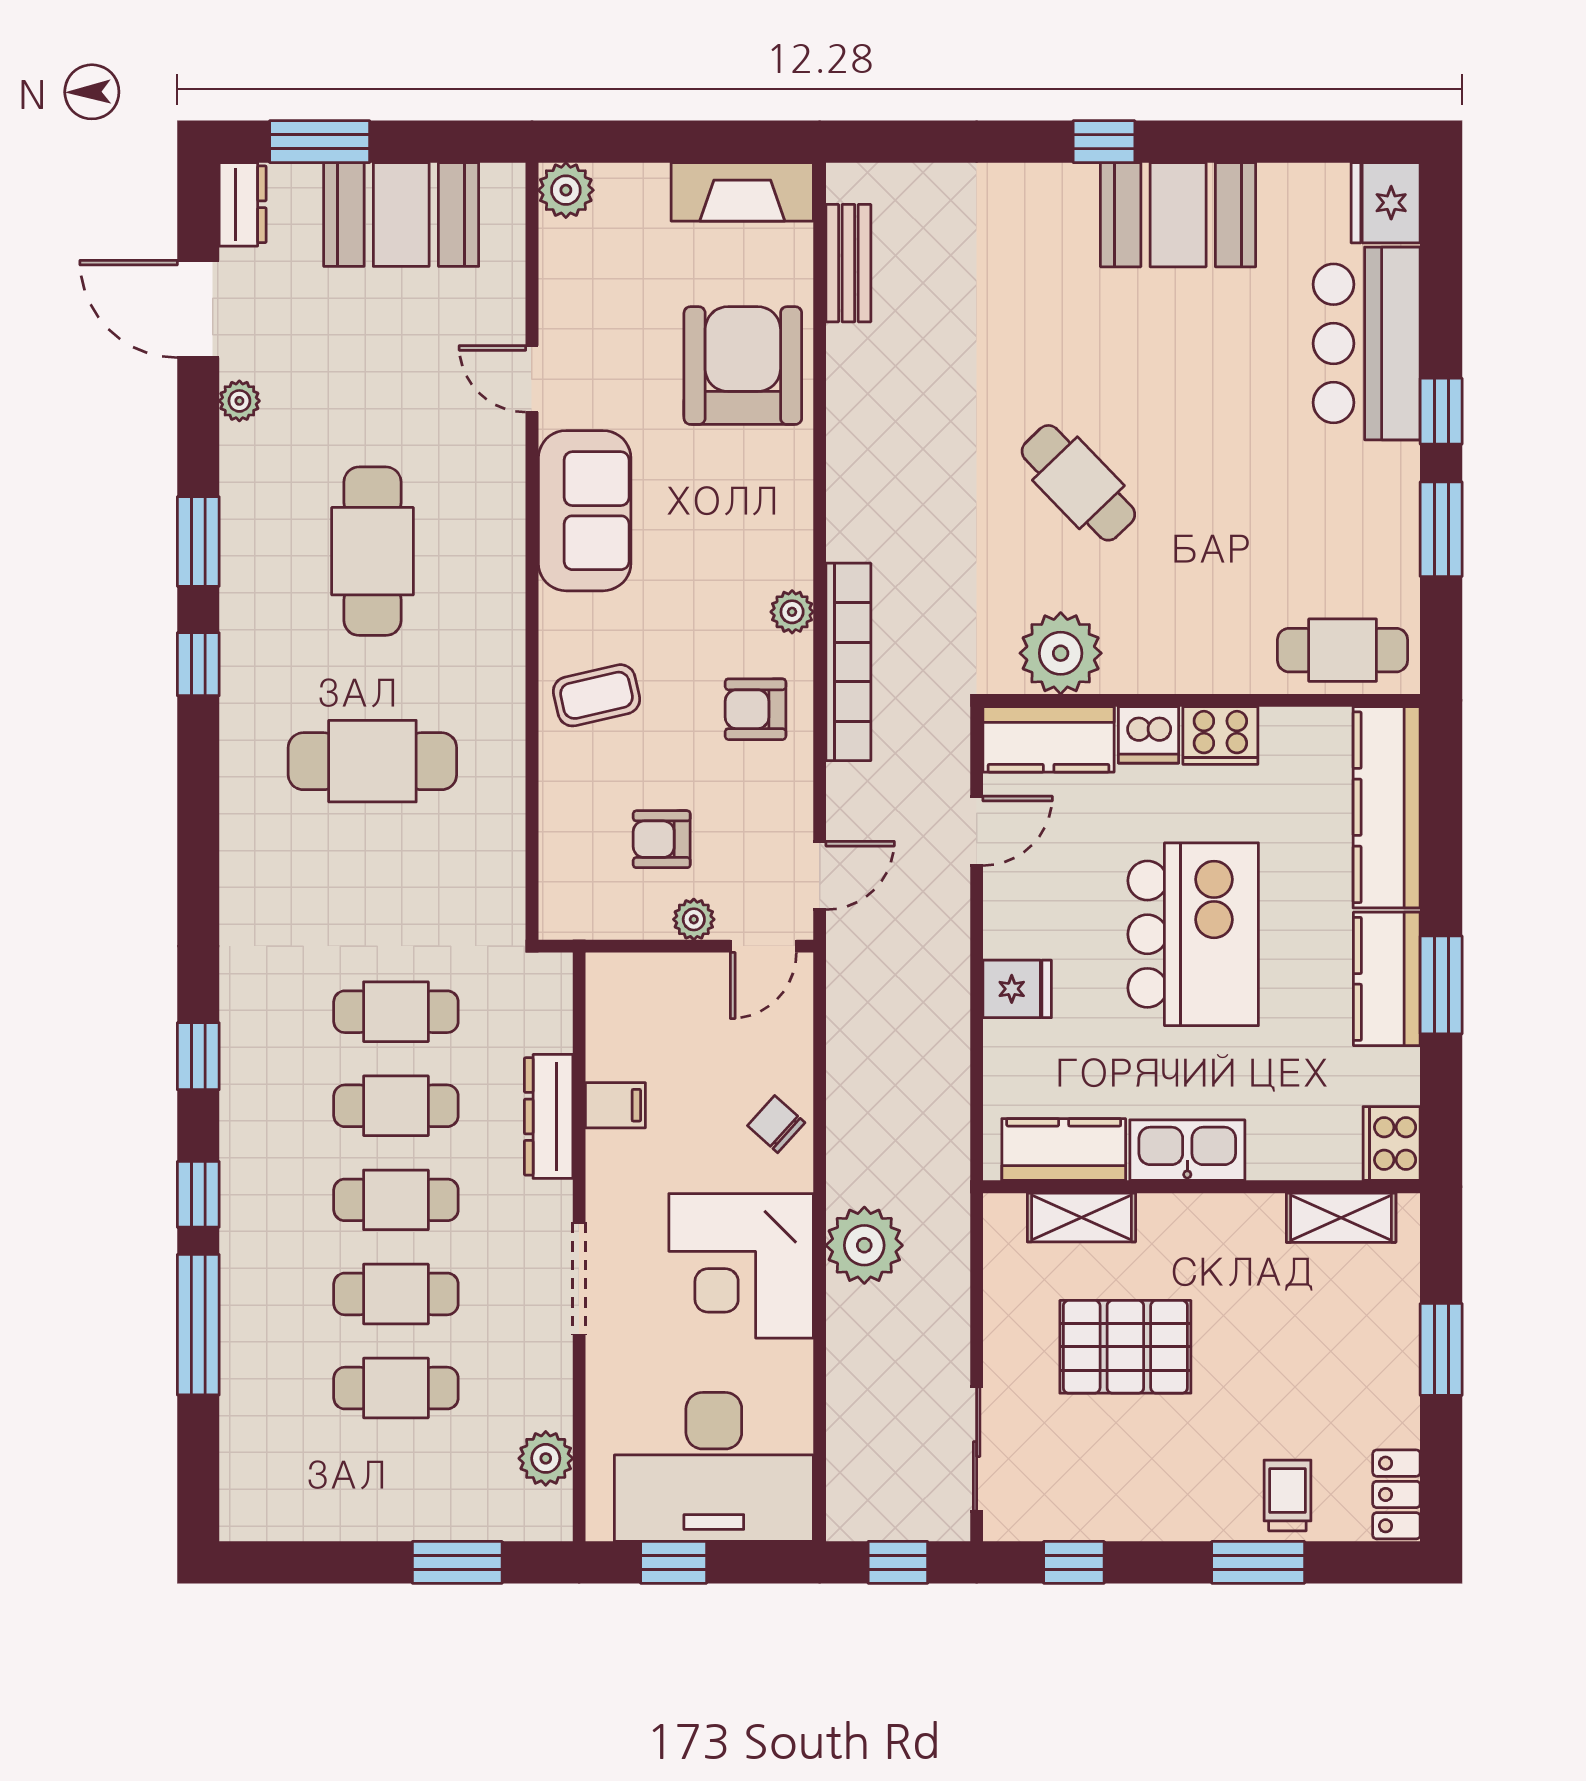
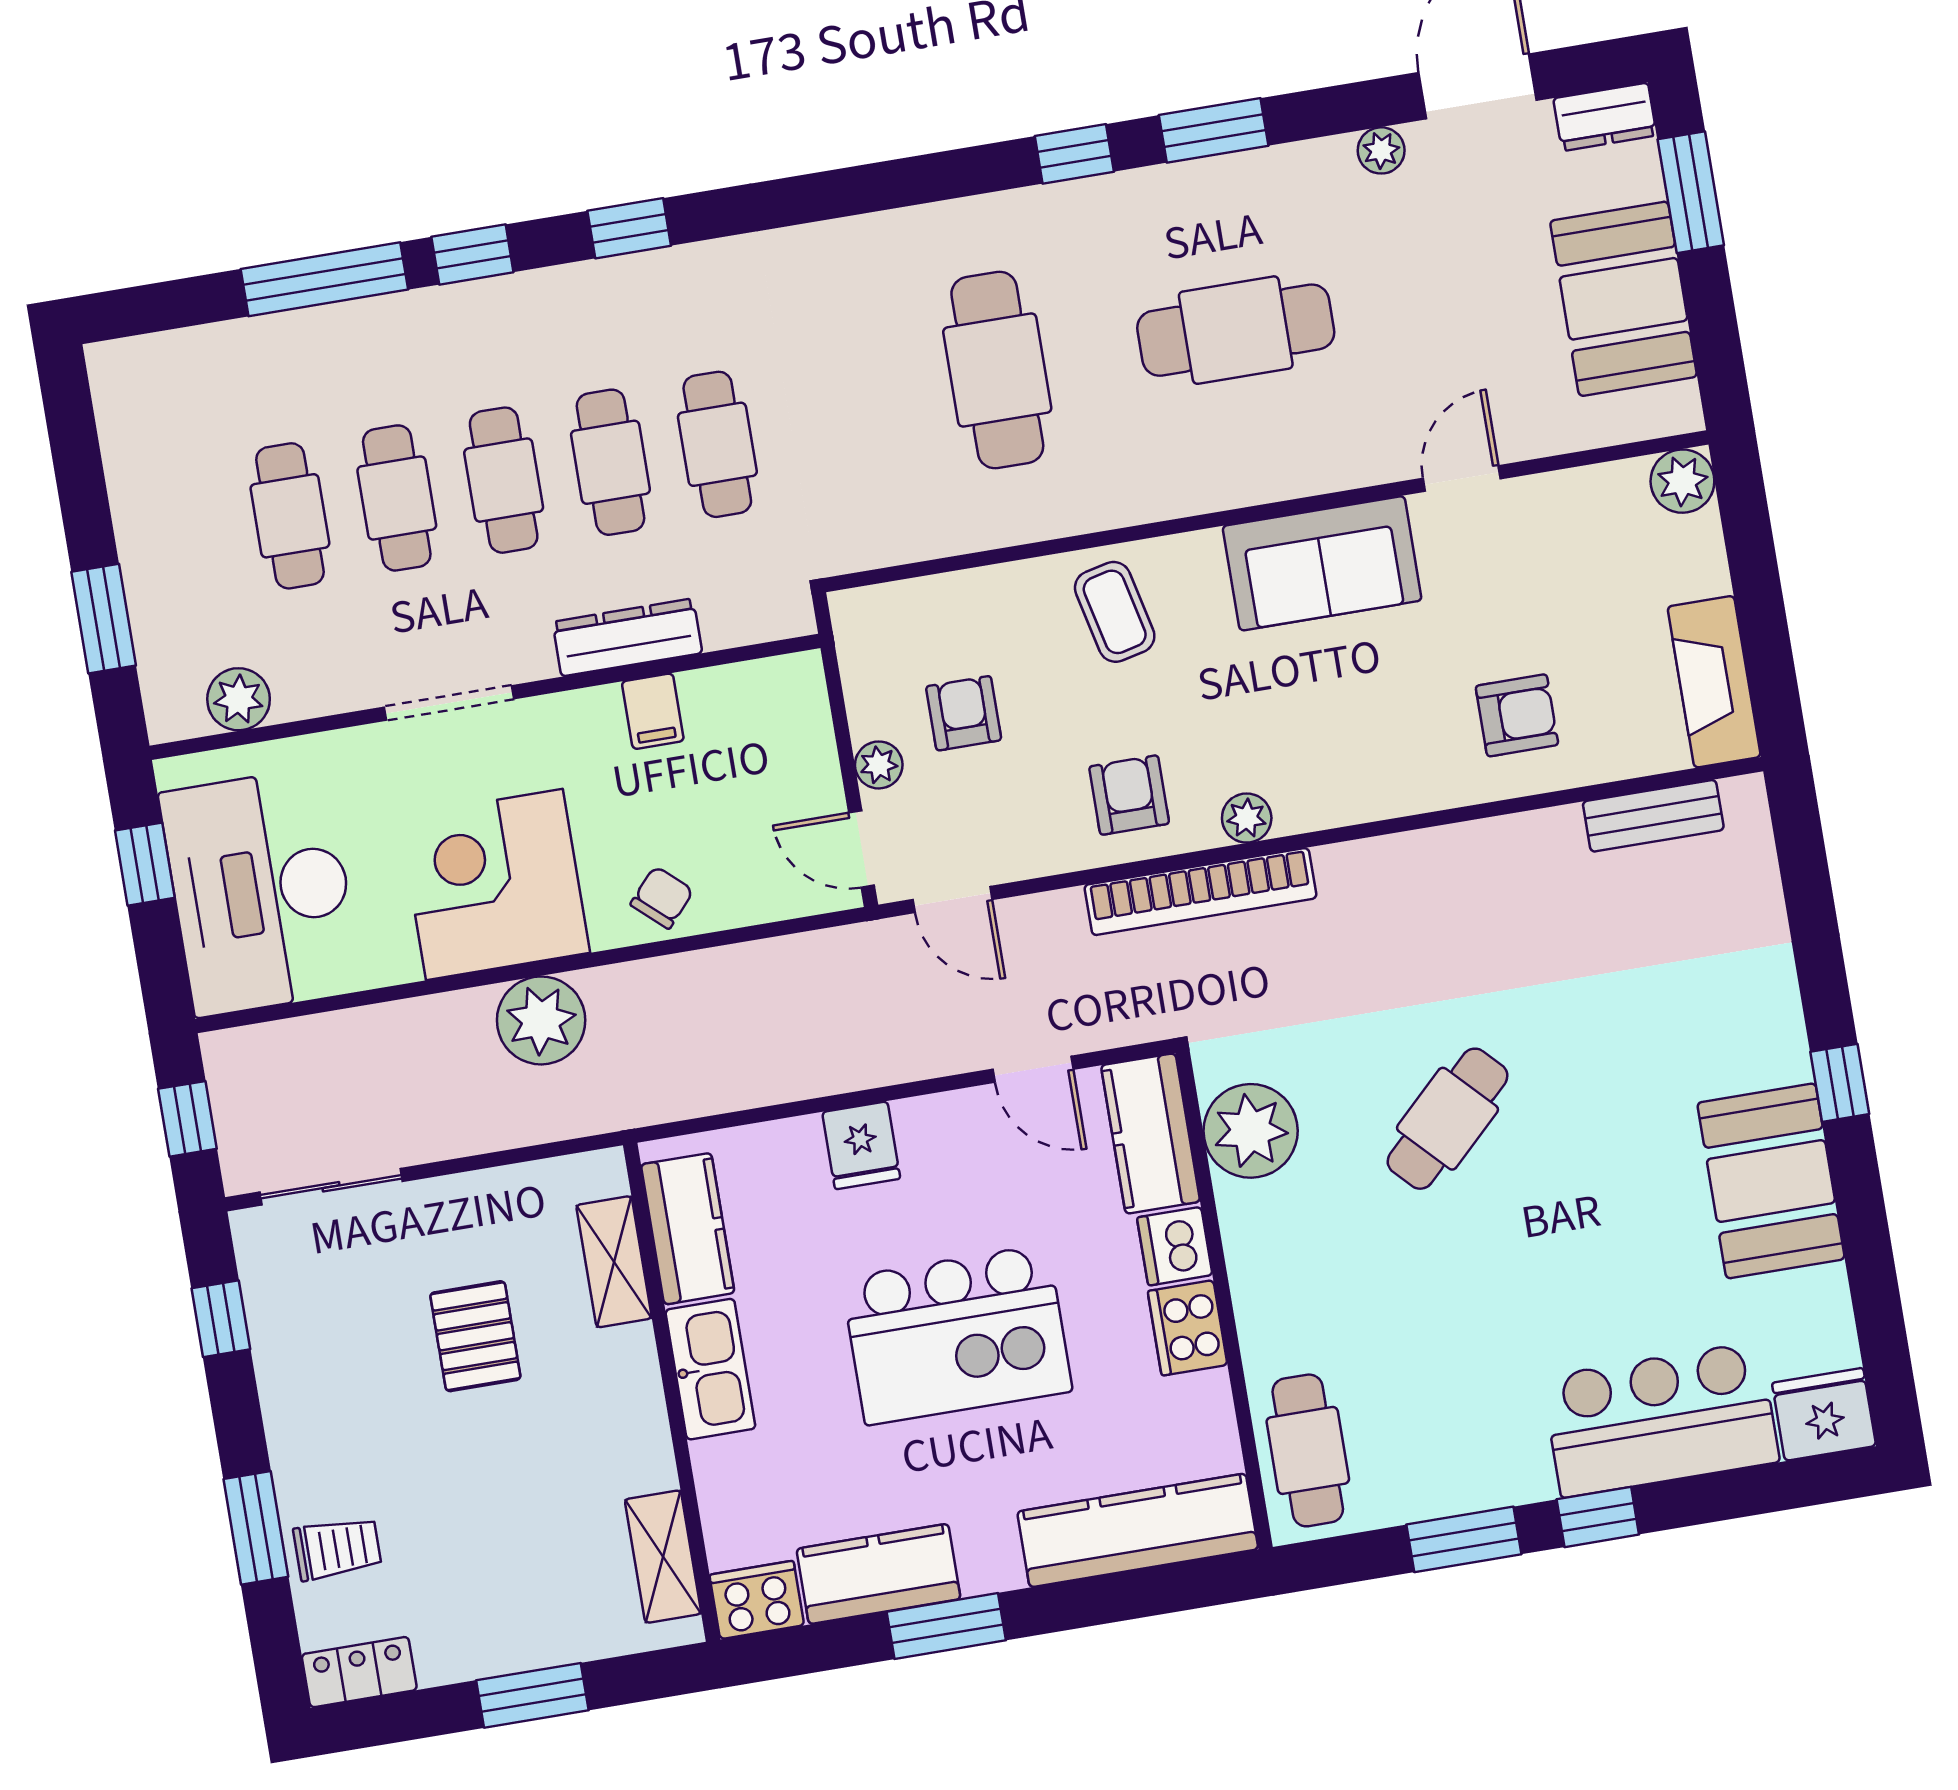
armchair: (743, 366) -> (1517, 715), width x0.53, depth x0.53
kitchen counter: (1387, 979) -> (879, 1574), moved
pallet: (1125, 1347) -> (475, 1336), width x0.67, depth x0.71

